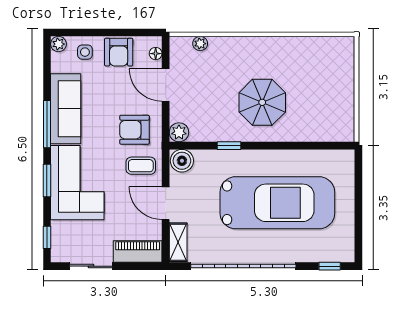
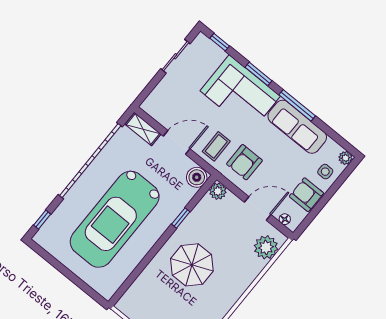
plant: (200, 44) -> (266, 247), width x1.87, depth x1.87
armchair: (134, 130) -> (244, 162), turned 180
piano: (138, 252) -> (159, 96), removed

